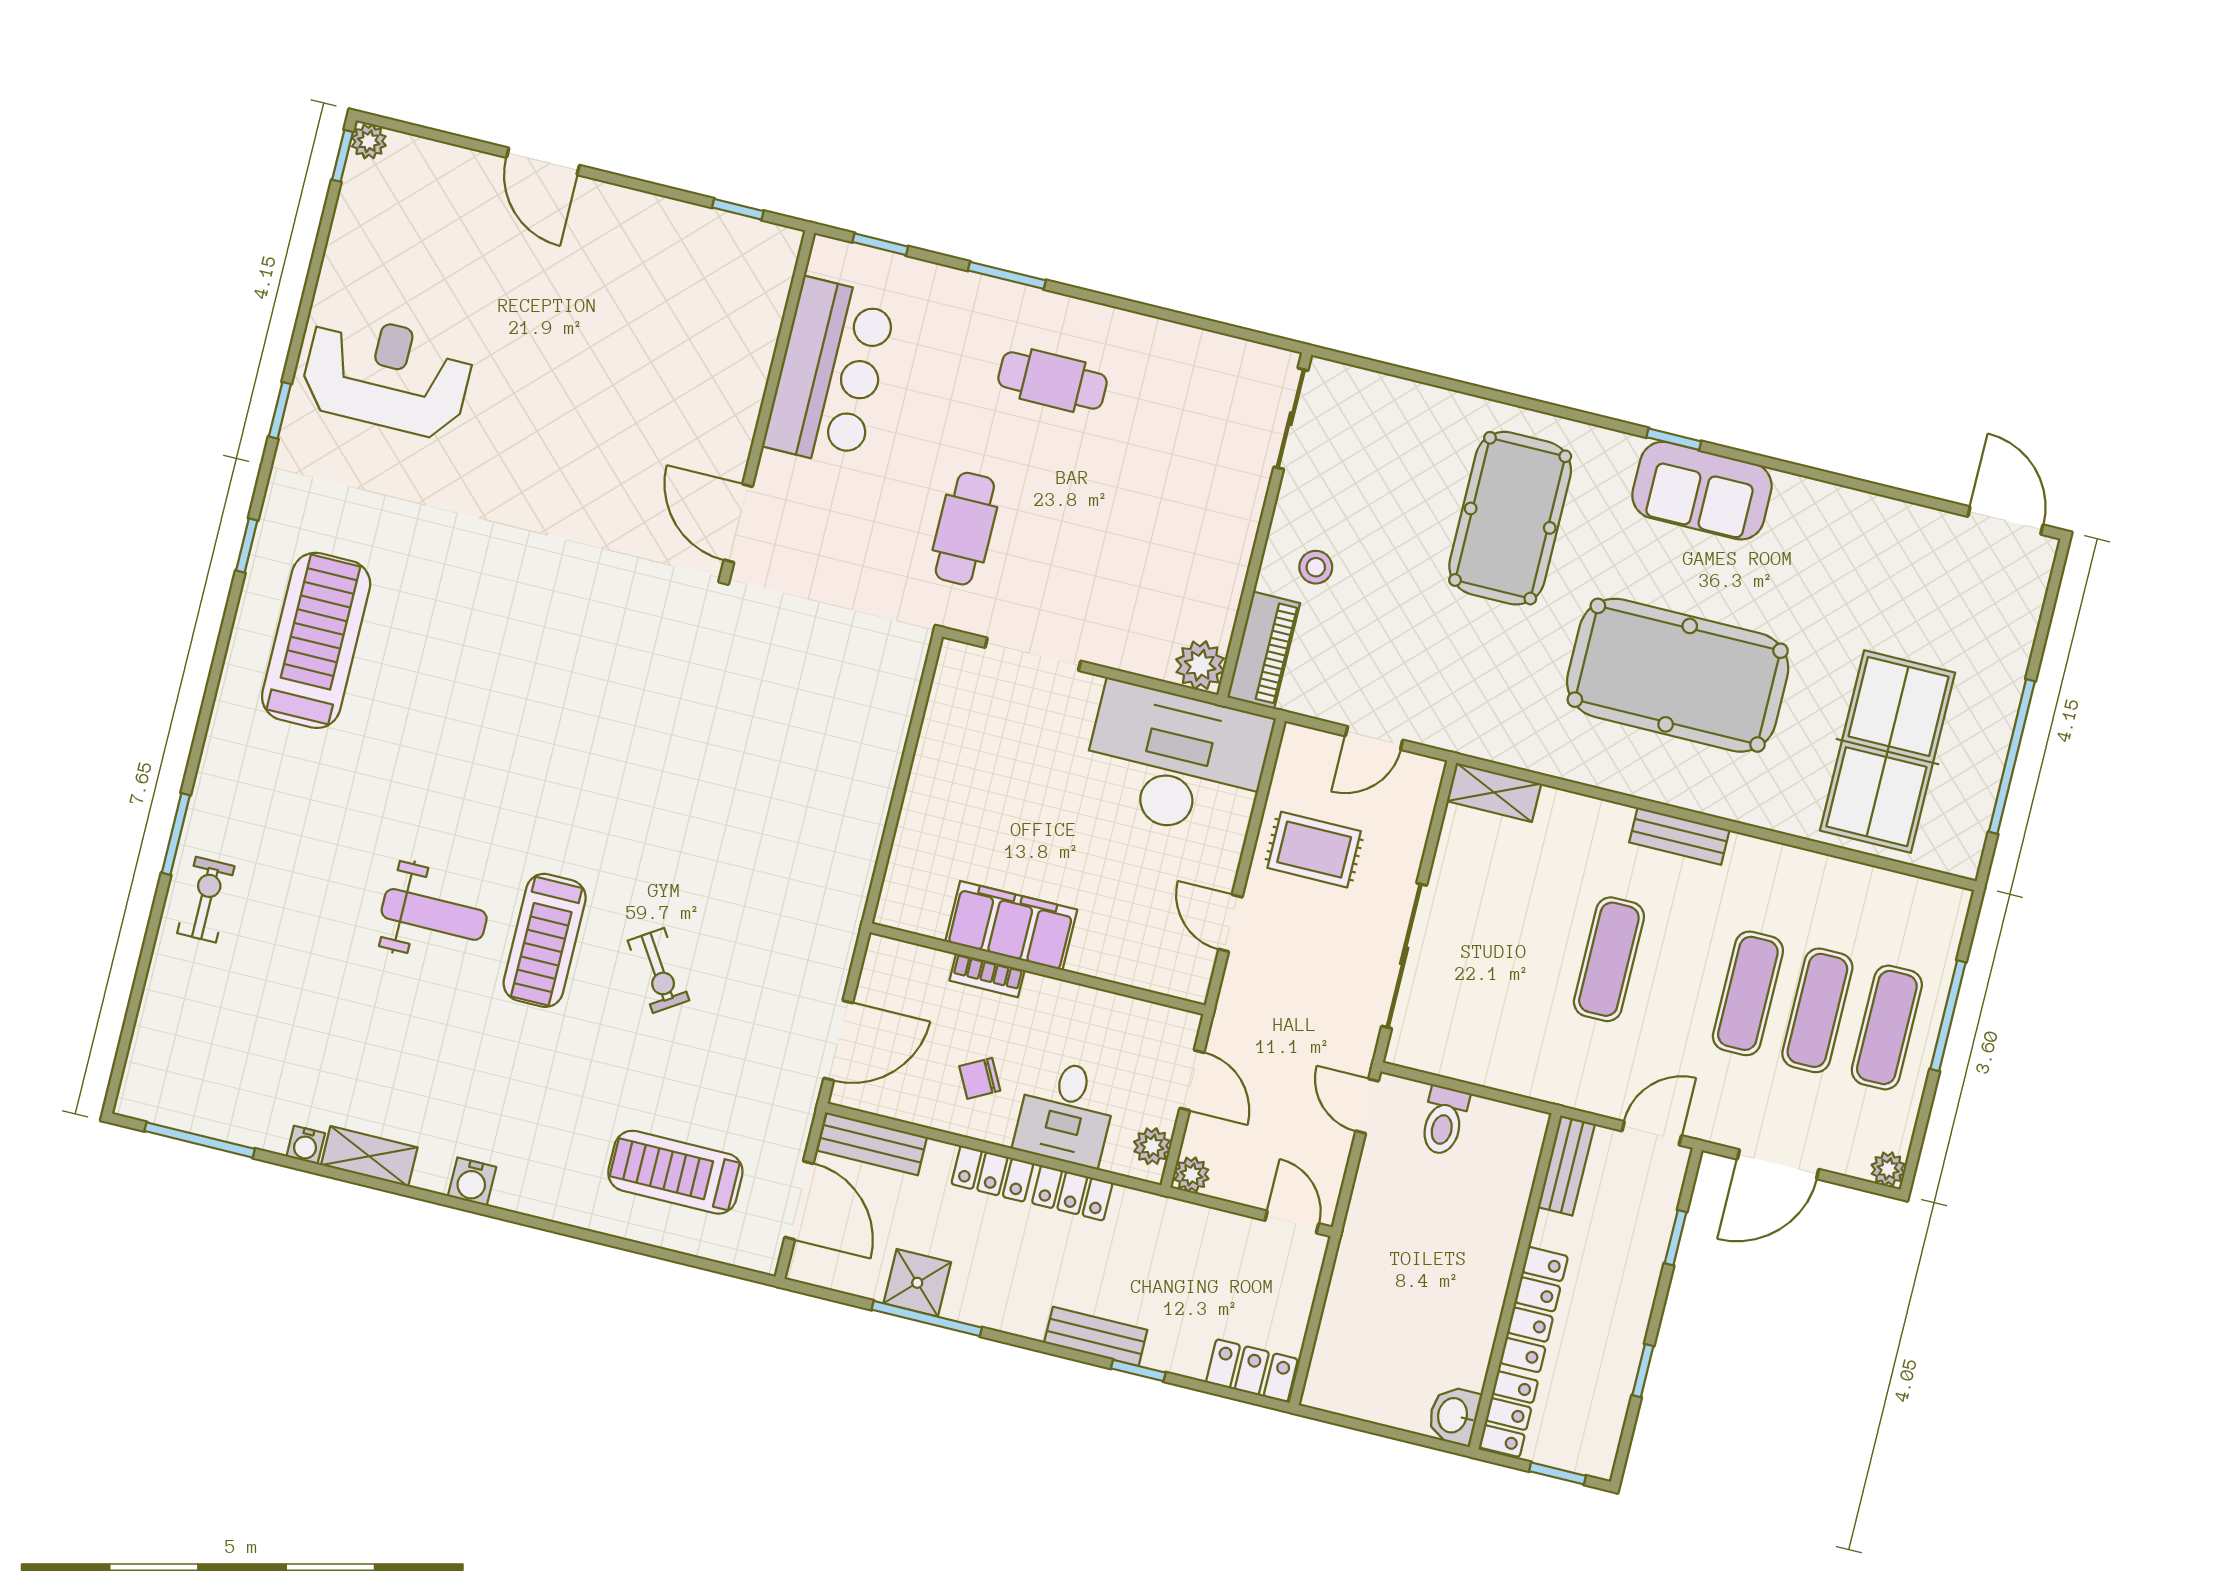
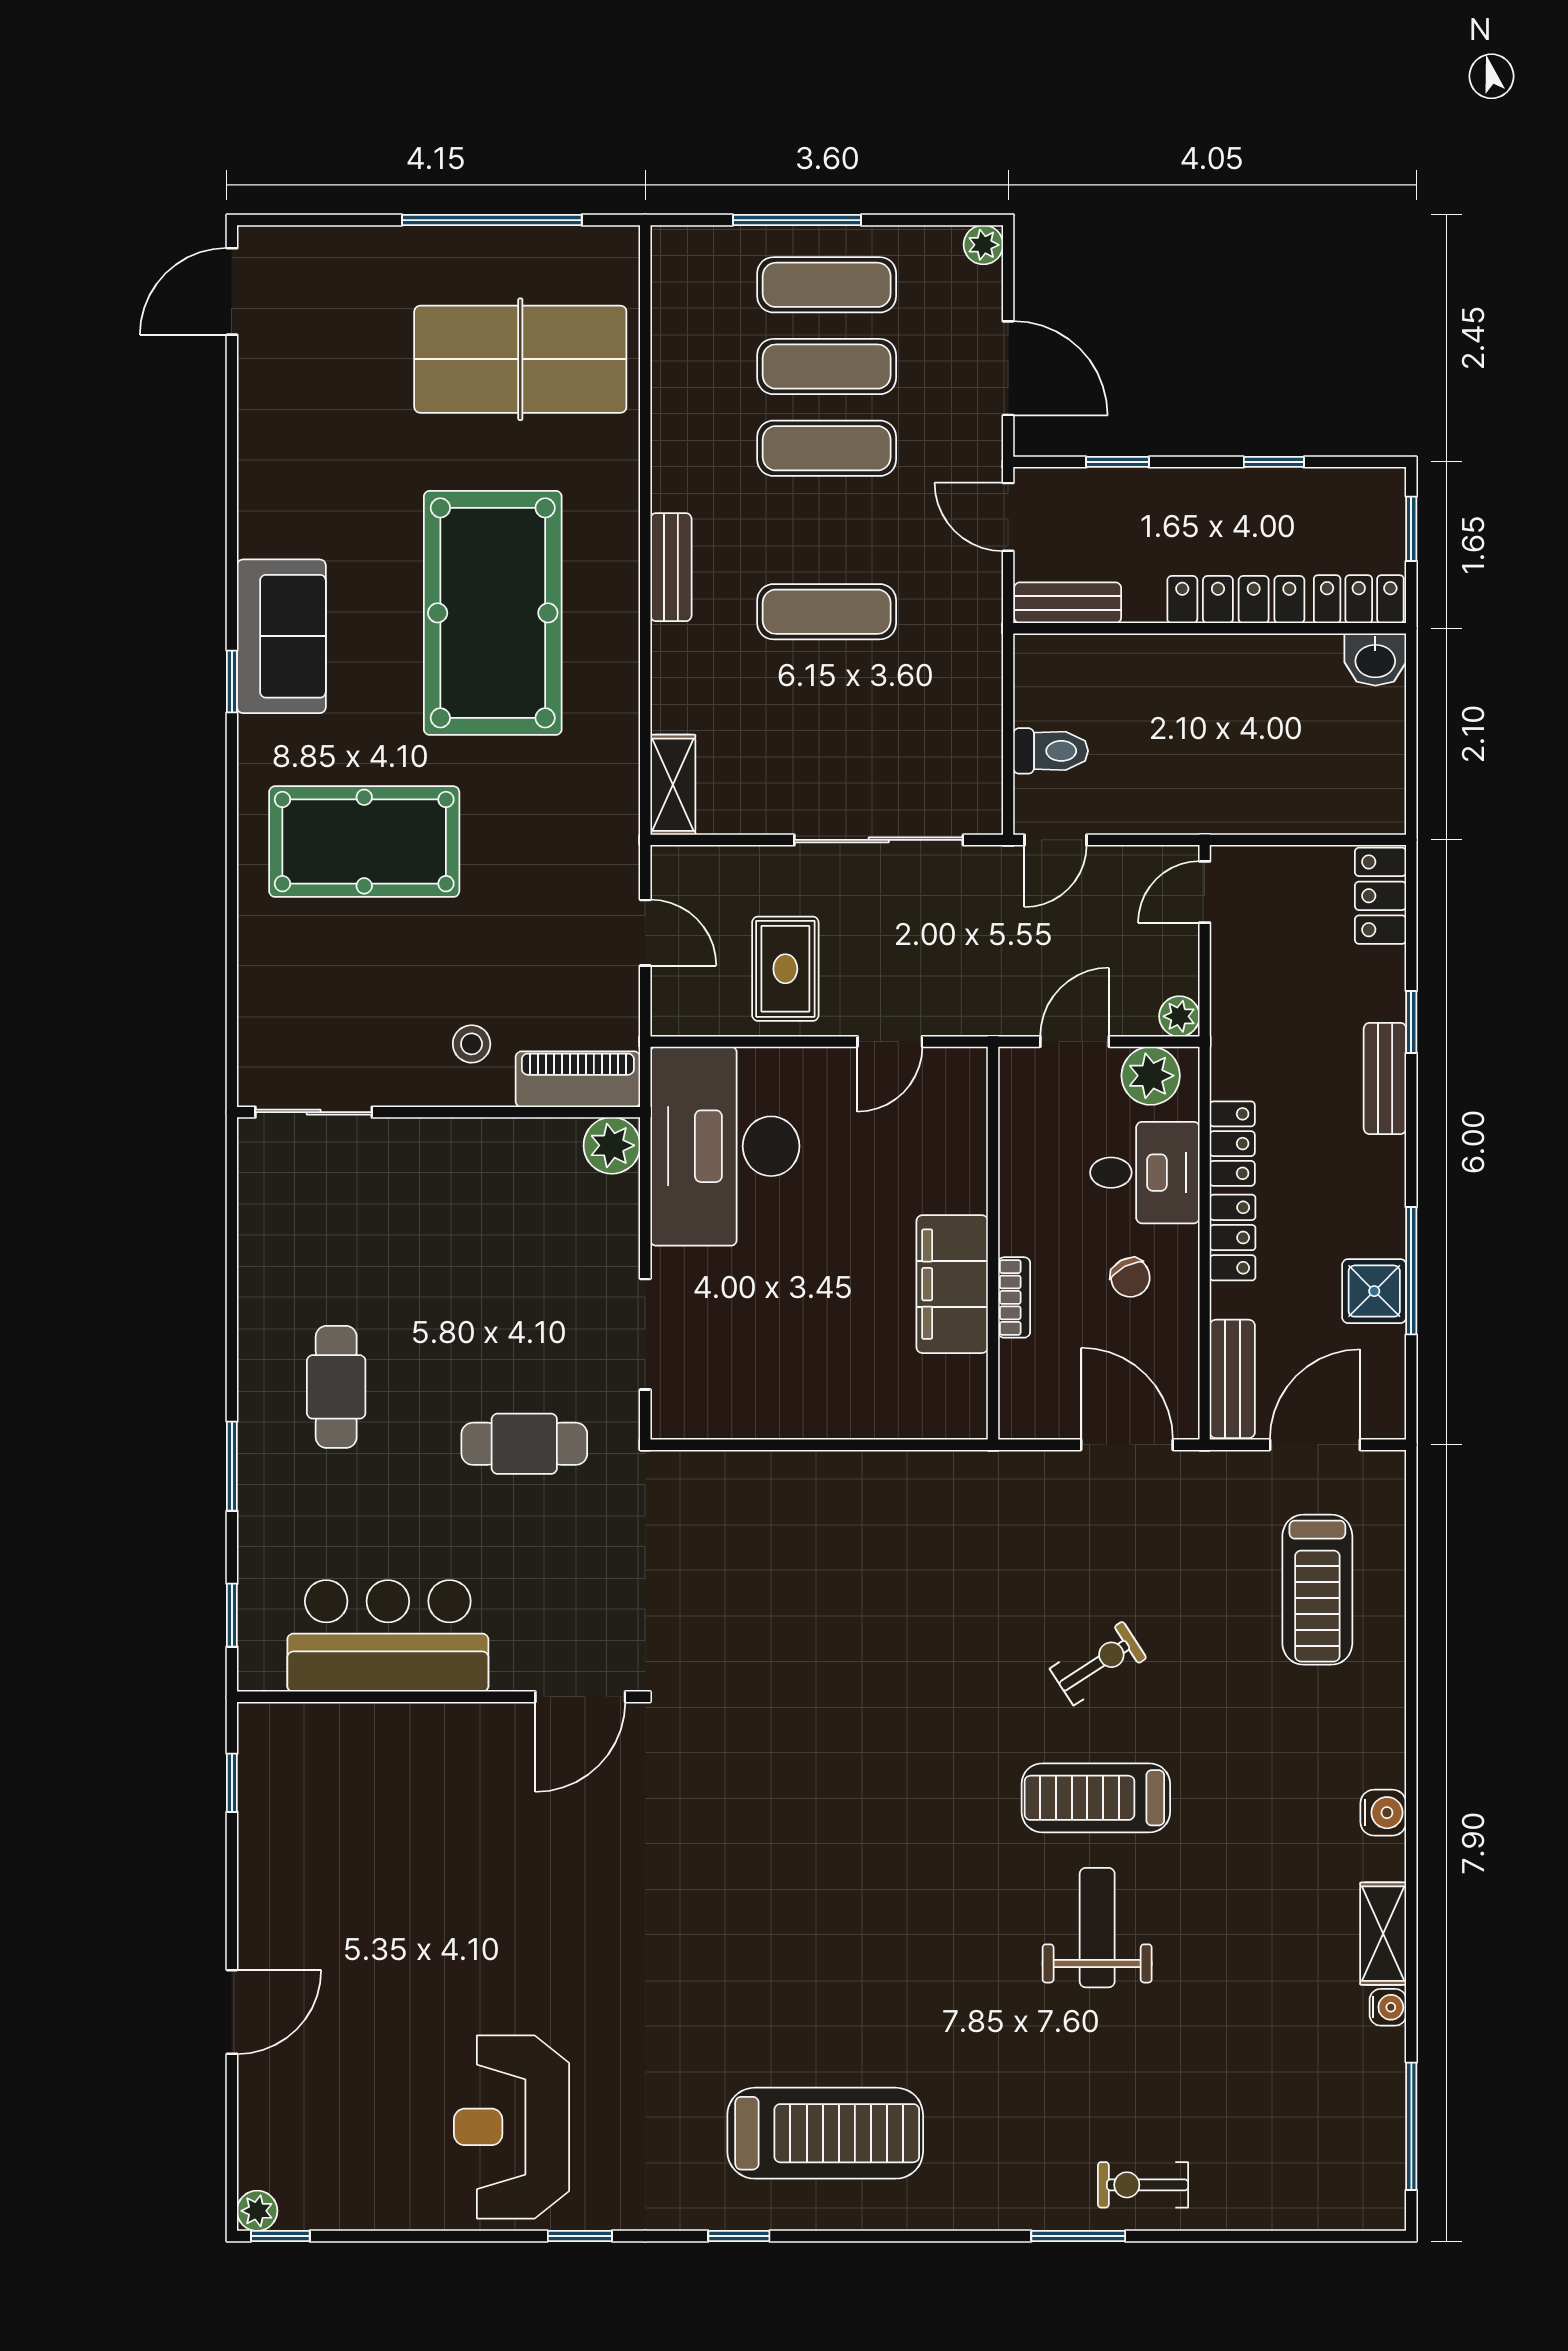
treadmill: (316, 640) -> (825, 2133), turned 180
treadmill: (545, 940) -> (1096, 1798), turned 180
plant: (1152, 1146) -> (1151, 1076), width x1.38, depth x1.38

